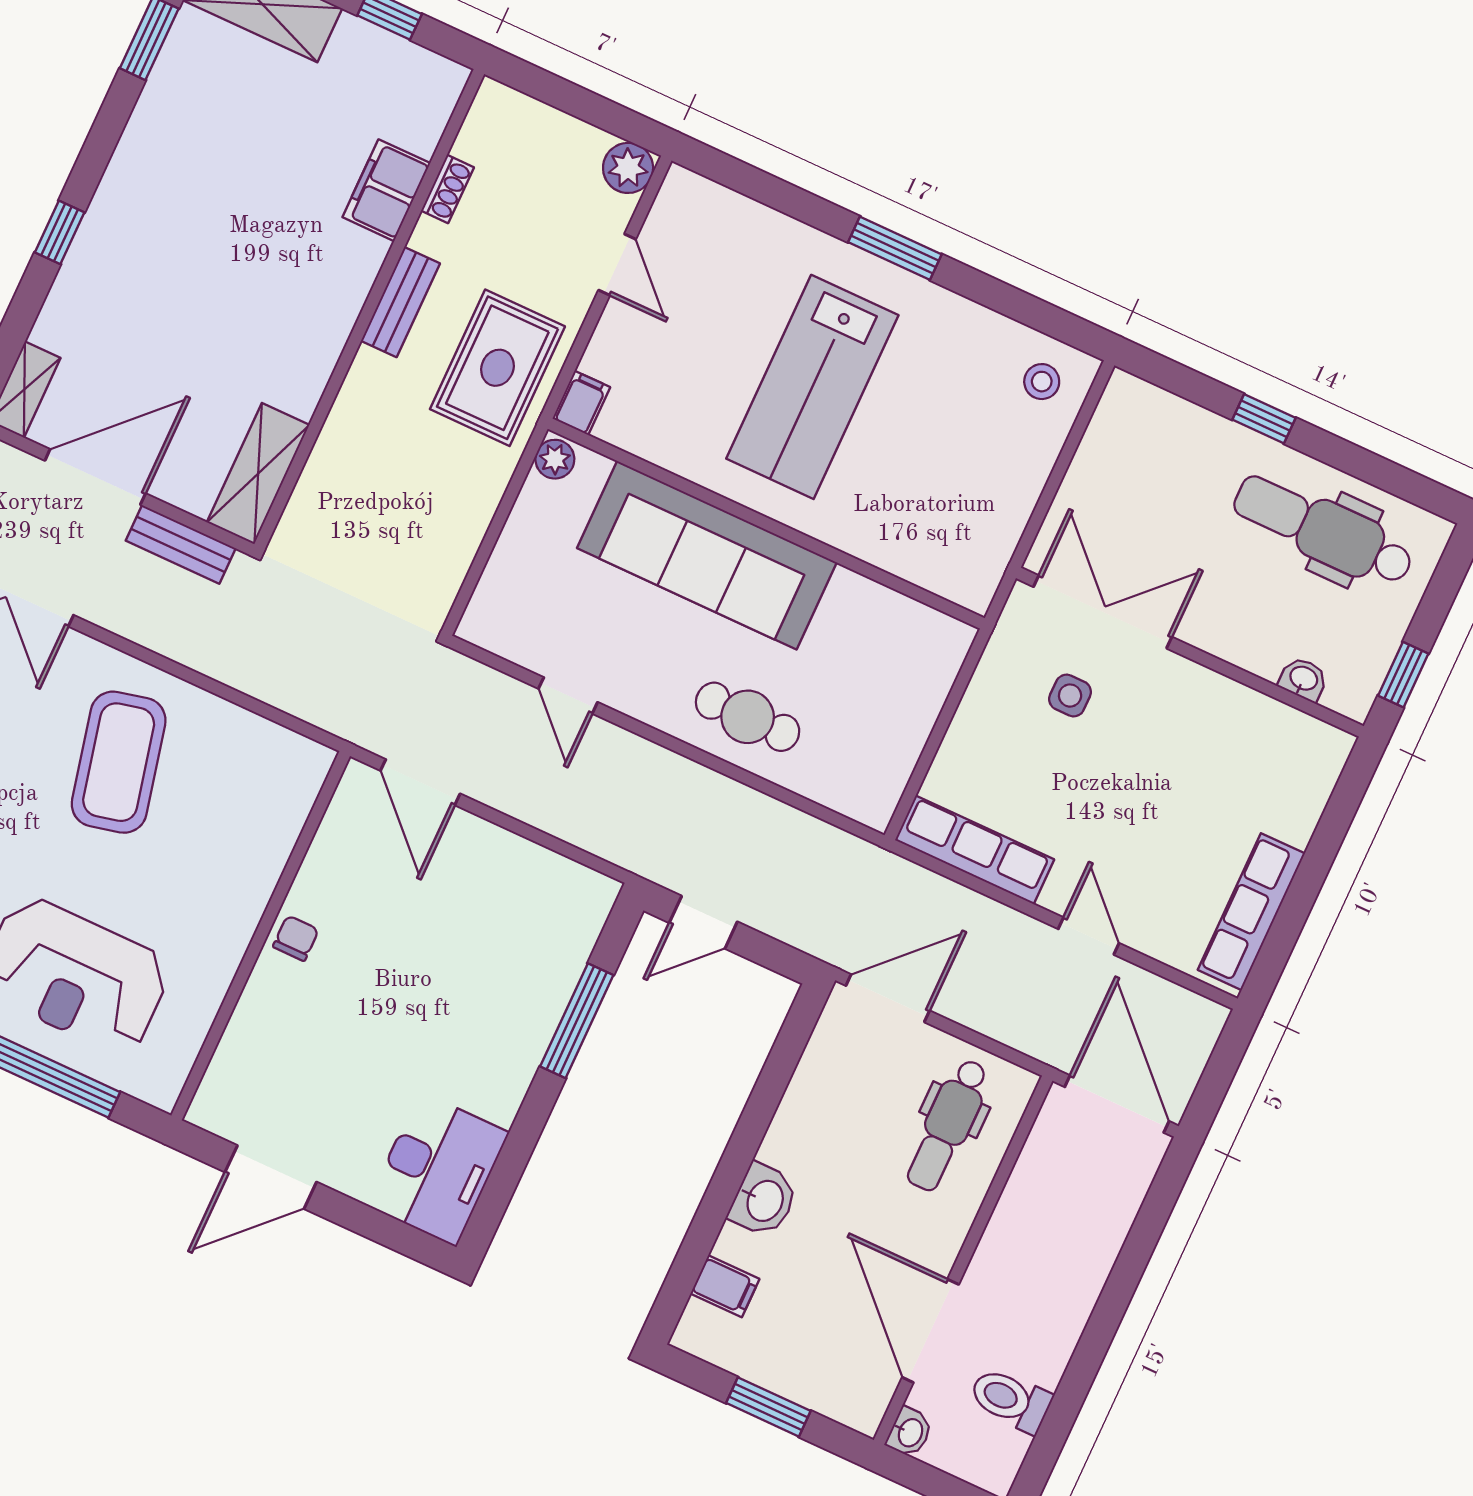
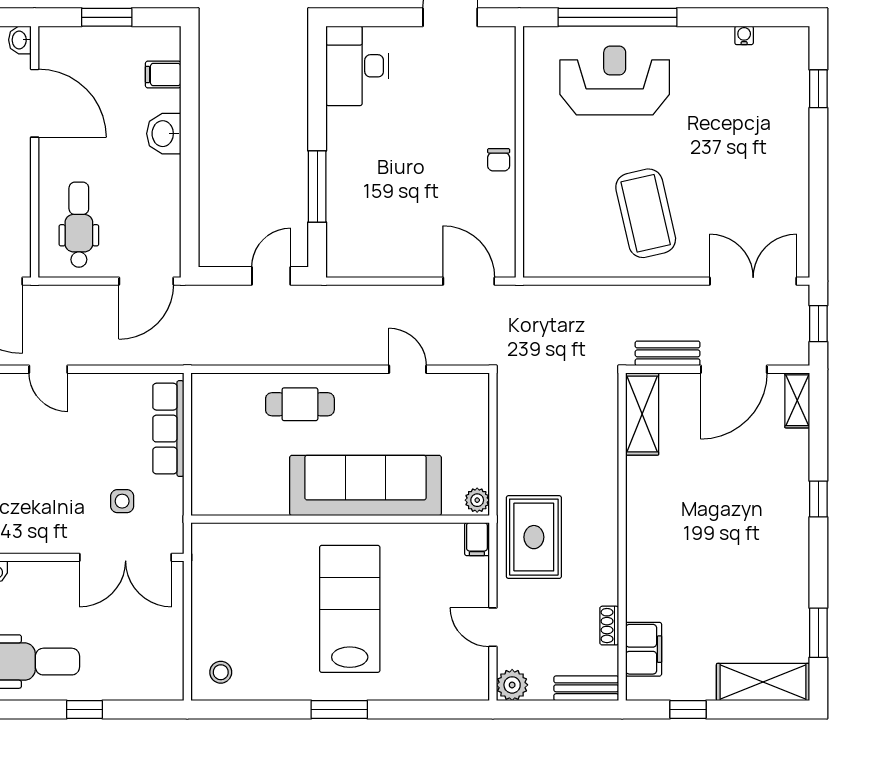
filing cabinet: (386, 190) -> (644, 649), moved
bench: (400, 302) -> (586, 688), moved, turned 90
row of seats: (975, 850) -> (168, 429), moved, turned 90

